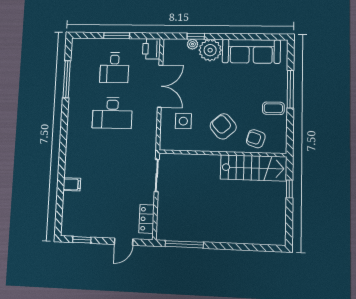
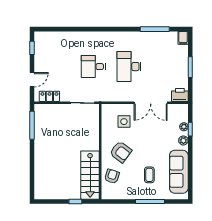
plant: (210, 50) -> (183, 140), width x0.53, depth x0.53
desk: (114, 68) -> (93, 67), moved
coffee table: (273, 108) -> (149, 175), moved
armchair: (223, 126) -> (121, 152), turned 78
filing cabinet: (72, 184) -> (183, 38), moved
door: (124, 242) -> (32, 80), swing flipped

